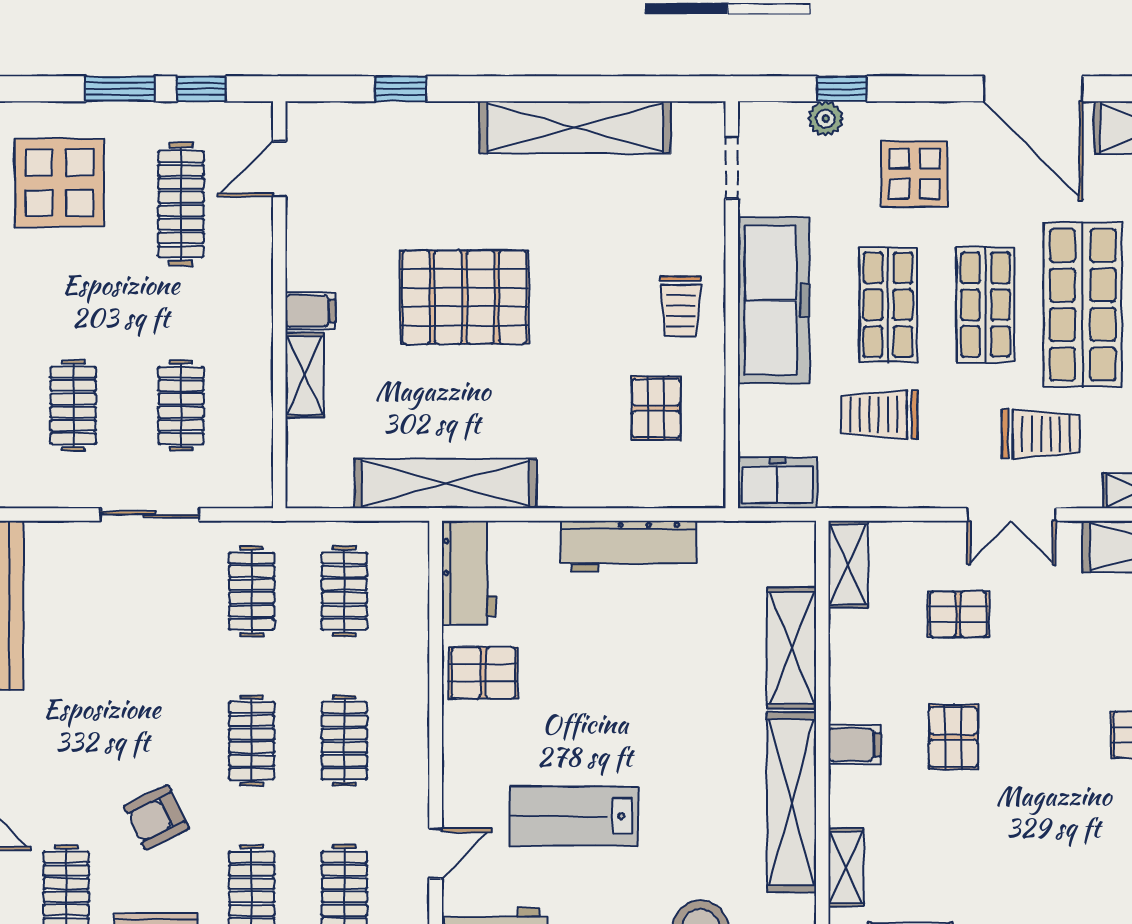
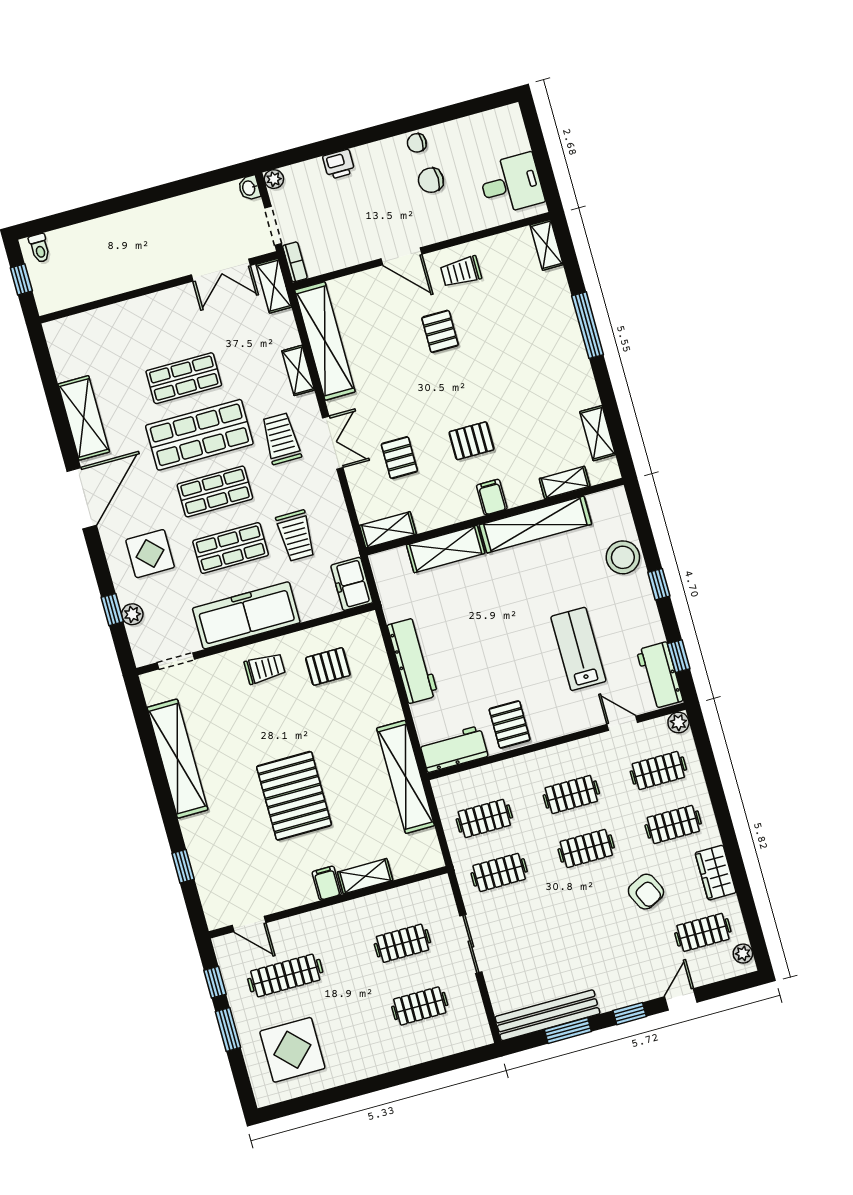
lab bench: (574, 816) -> (578, 649), turned 180

